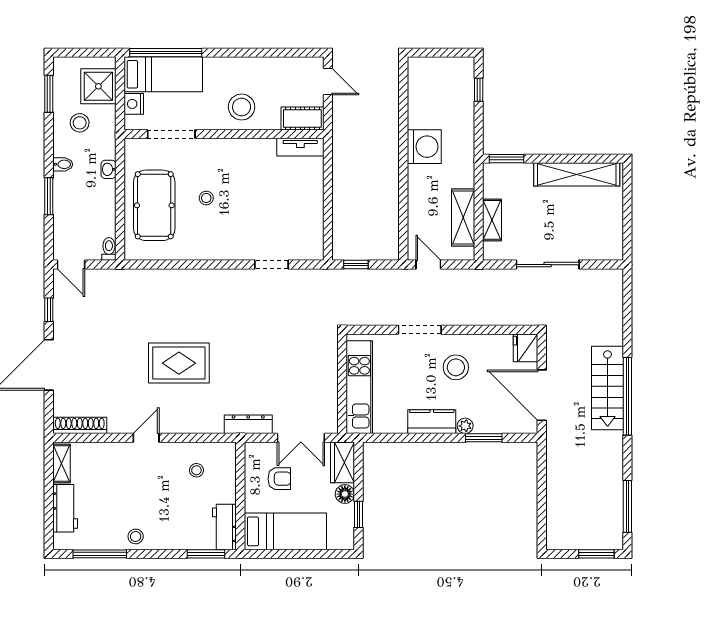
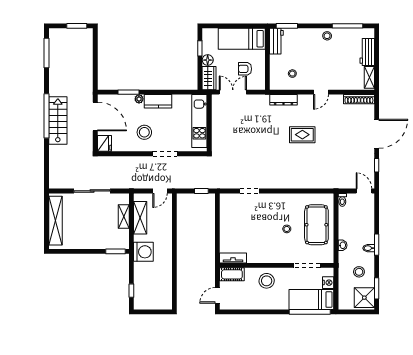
door: (328, 81) -> (217, 295), hinge flipped
shower: (98, 86) -> (364, 298), moved
washing machine: (424, 147) -> (143, 252), moved, turned 180
shelving: (577, 174) -> (55, 221), moved, turned 90
window: (49, 196) -> (377, 245), moved
door: (428, 265) -> (160, 191), hinge flipped
rug: (179, 363) -> (302, 135), width x0.73, depth x0.70
dresser: (248, 424) -> (284, 100), moved
window: (596, 554) -> (77, 26), moved

